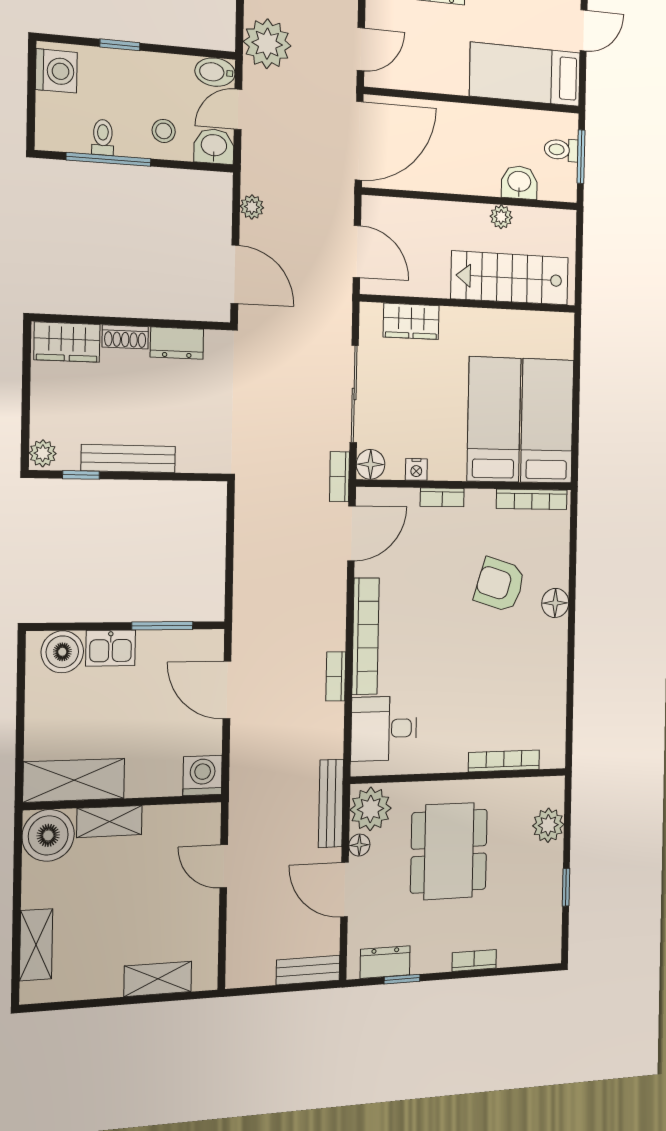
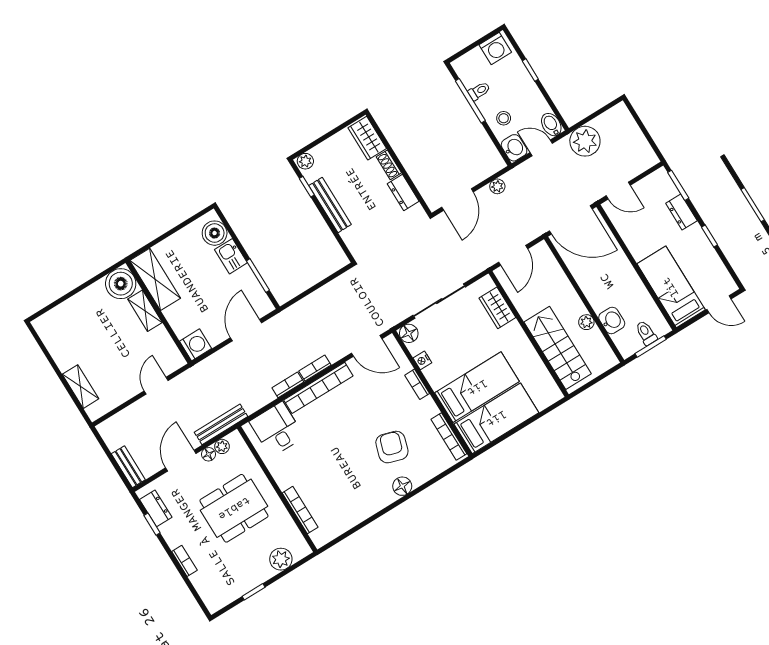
bookcase: (340, 477) -> (315, 368), moved
plant: (371, 809) -> (222, 446), width x0.53, depth x0.53
shelving: (36, 945) -> (64, 312), removed

